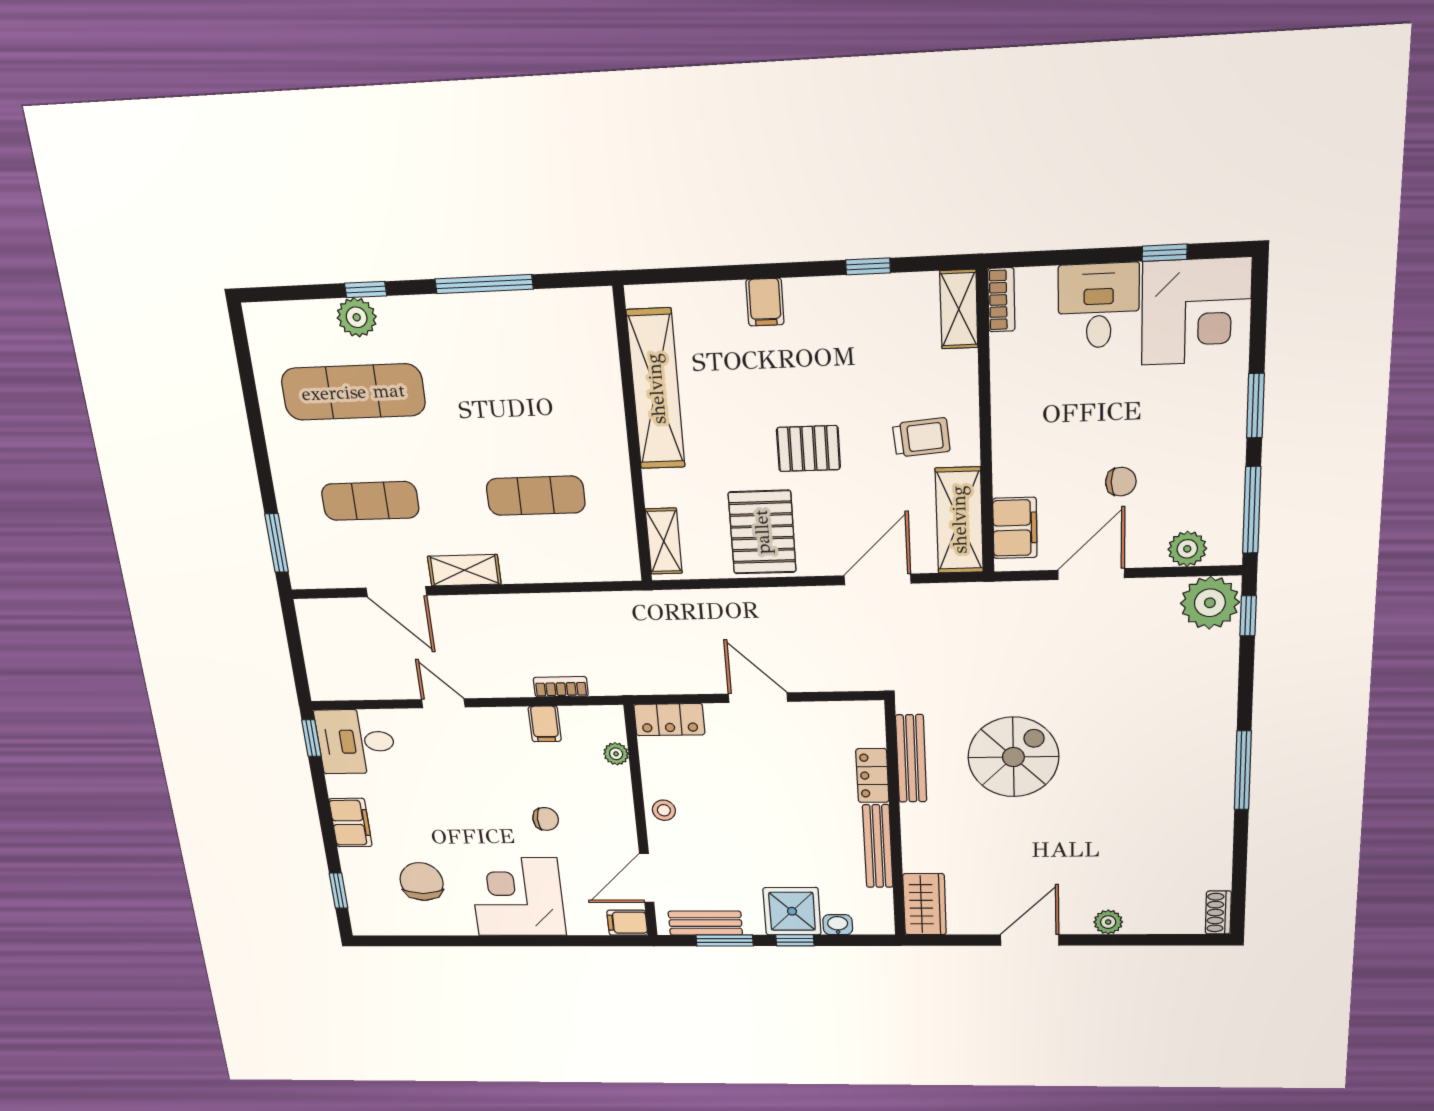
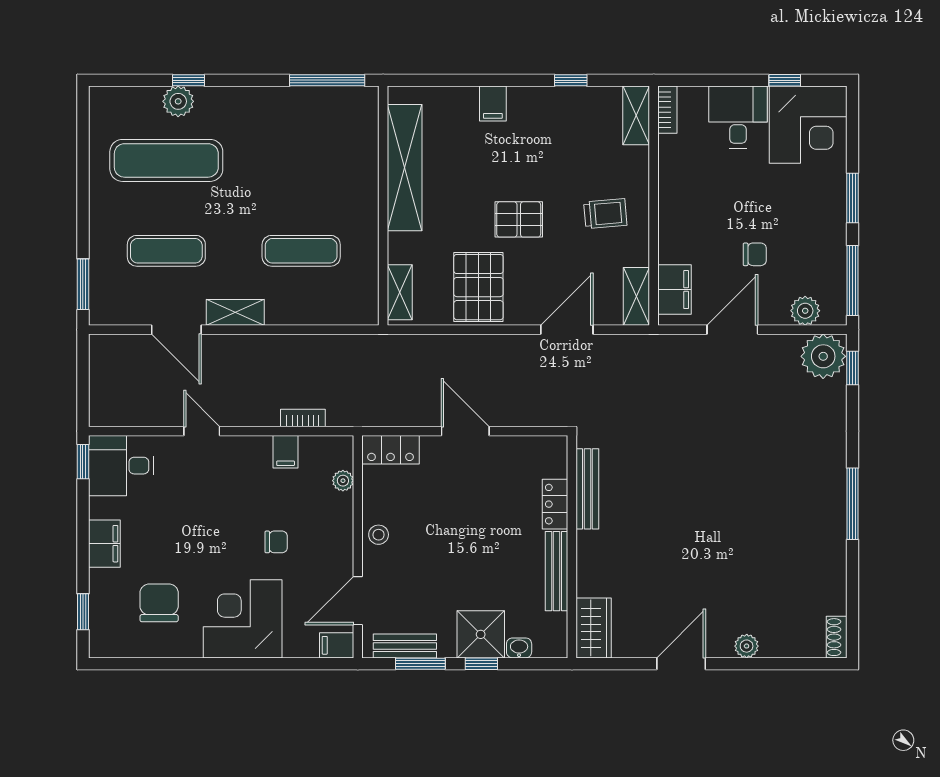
window: (484, 284) -> (327, 80), moved
shelving: (959, 520) -> (636, 296), width x0.67, depth x0.75
spiral stairs: (1013, 757) -> (670, 489), removed

